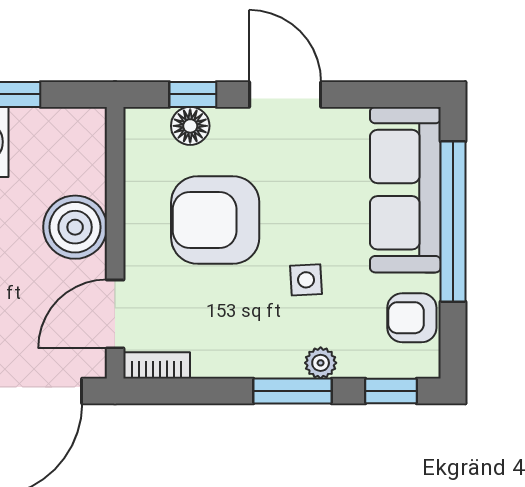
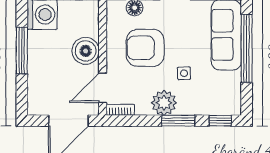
armchair: (412, 318) -> (229, 89), removed
plant: (321, 363) -> (164, 103), moved, width x1.87, depth x1.87

